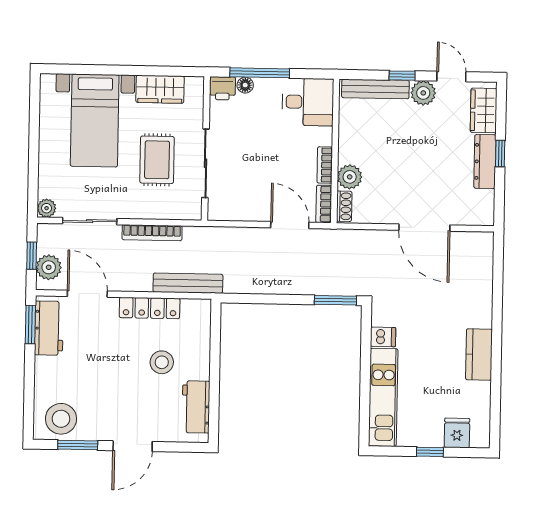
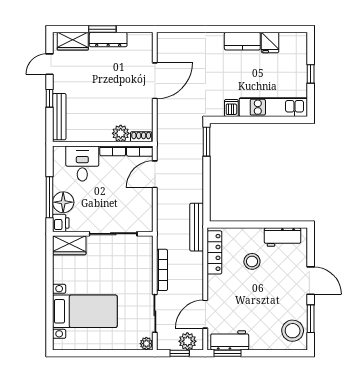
floor lamp: (245, 85) -> (63, 202), width x1.89, depth x1.89
wardrobe: (160, 89) -> (69, 245), moved, turned 90
plant: (423, 93) -> (61, 83), removed
desk: (308, 102) -> (82, 163), moved
window: (500, 154) -> (102, 29), width x1.50
rug: (157, 160) -> (111, 267), removed
bench: (188, 283) -> (197, 227), moved
locker: (150, 308) -> (214, 252), moved
fridge: (457, 433) -> (270, 43), moved, turned -90

